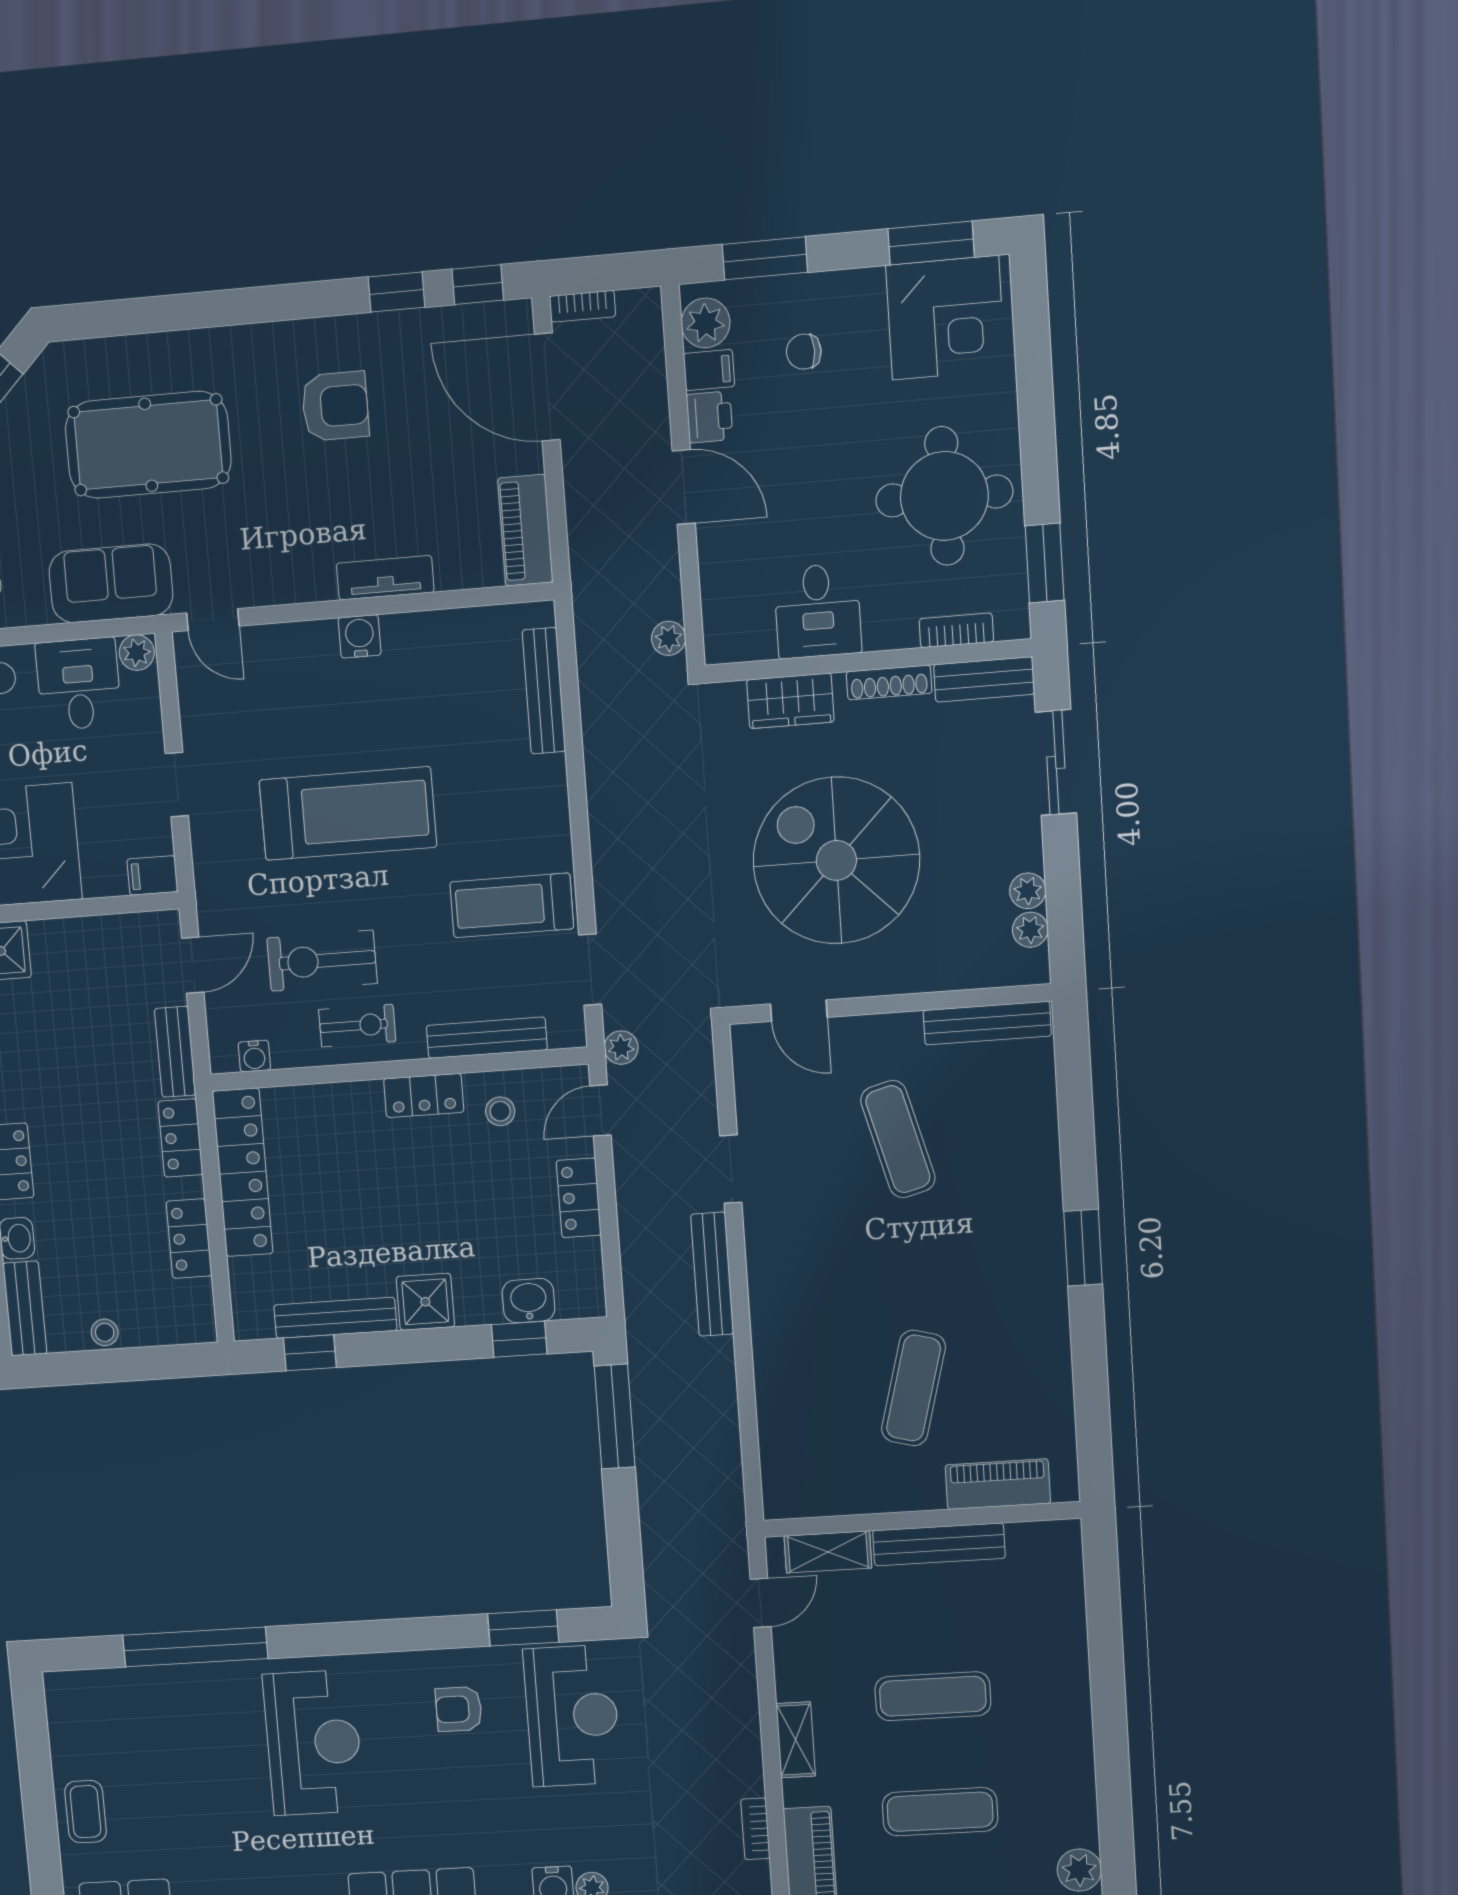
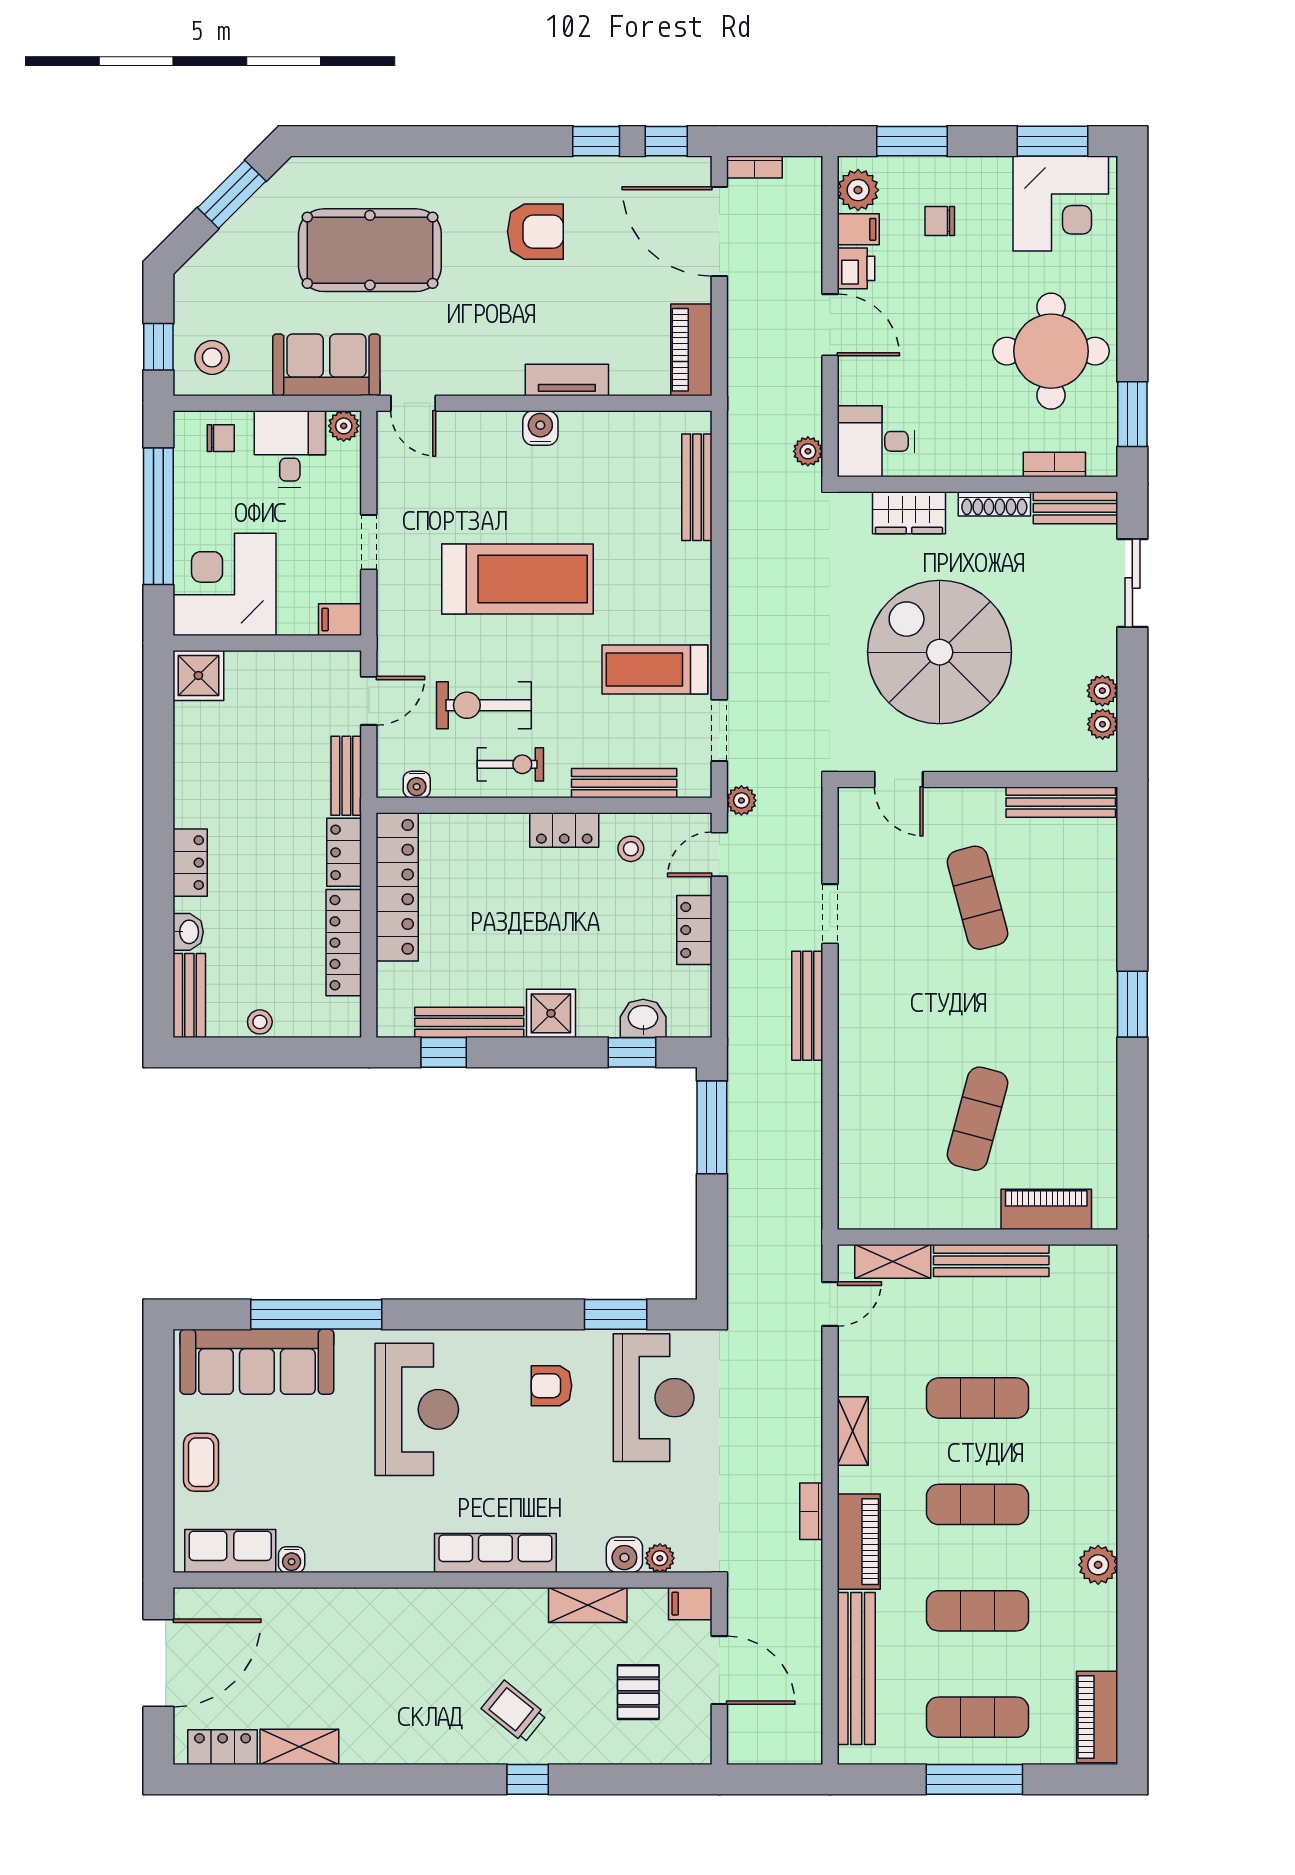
desk: (818, 611) -> (876, 441), moved, turned 90
locker: (189, 1239) -> (344, 943), width x1.53
sofa: (136, 1701) -> (257, 1362), added

